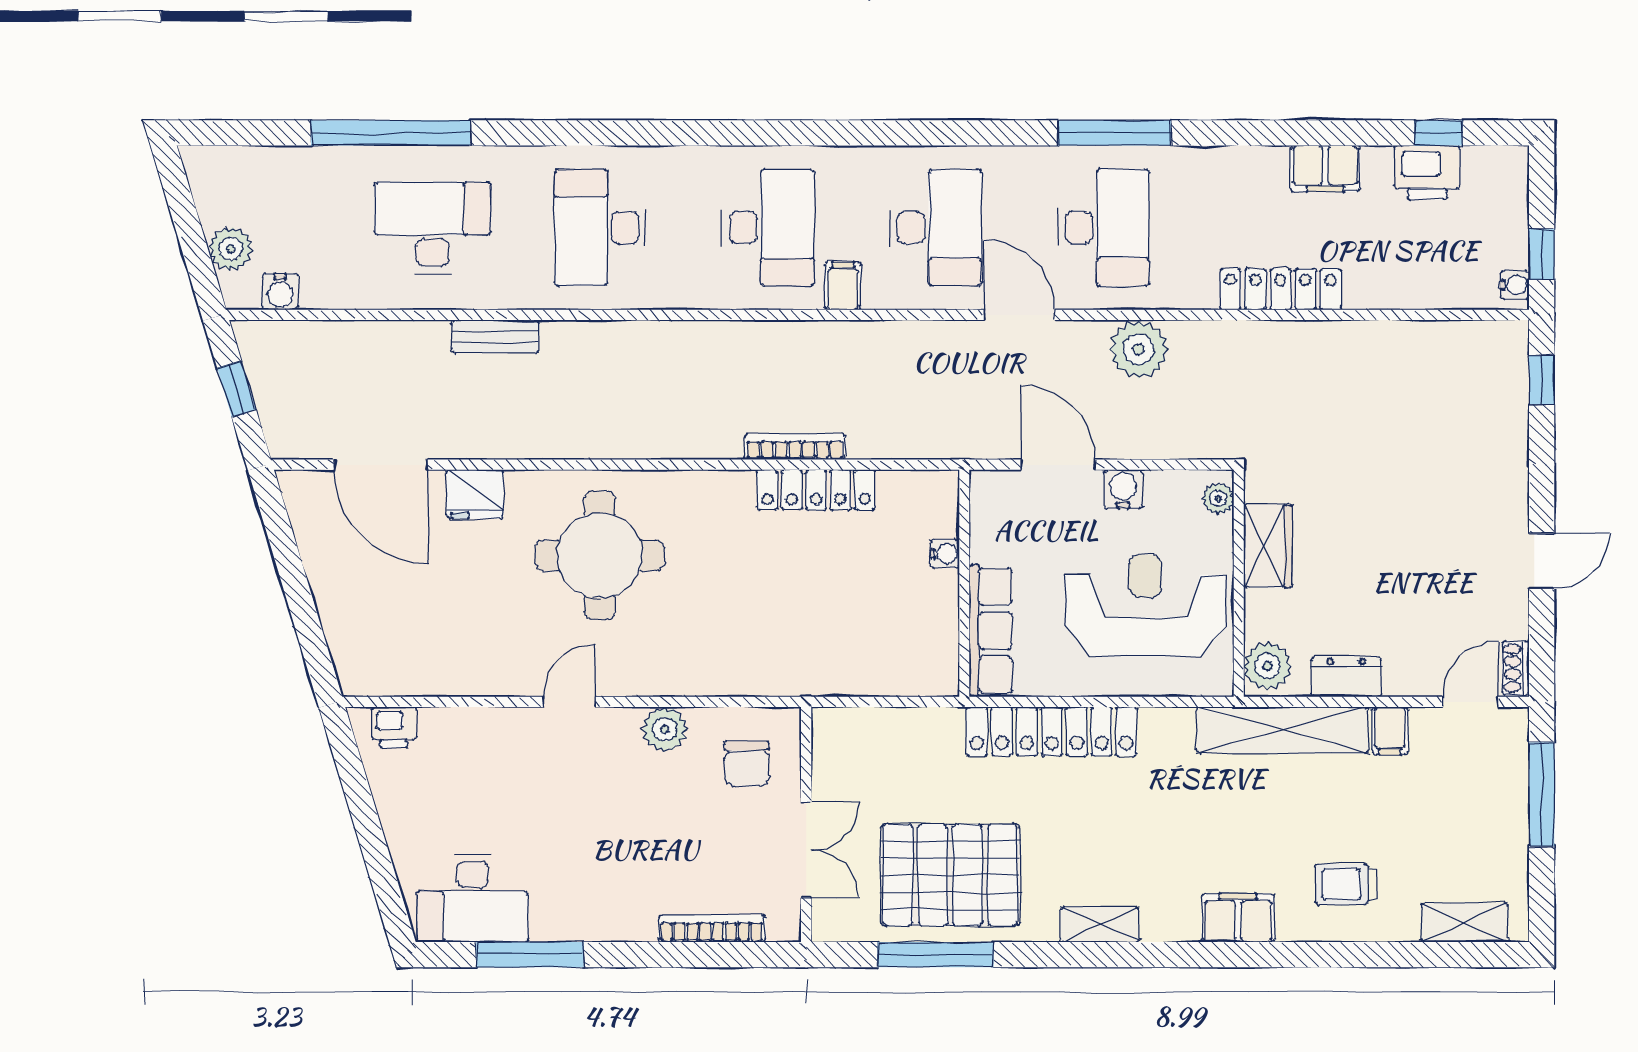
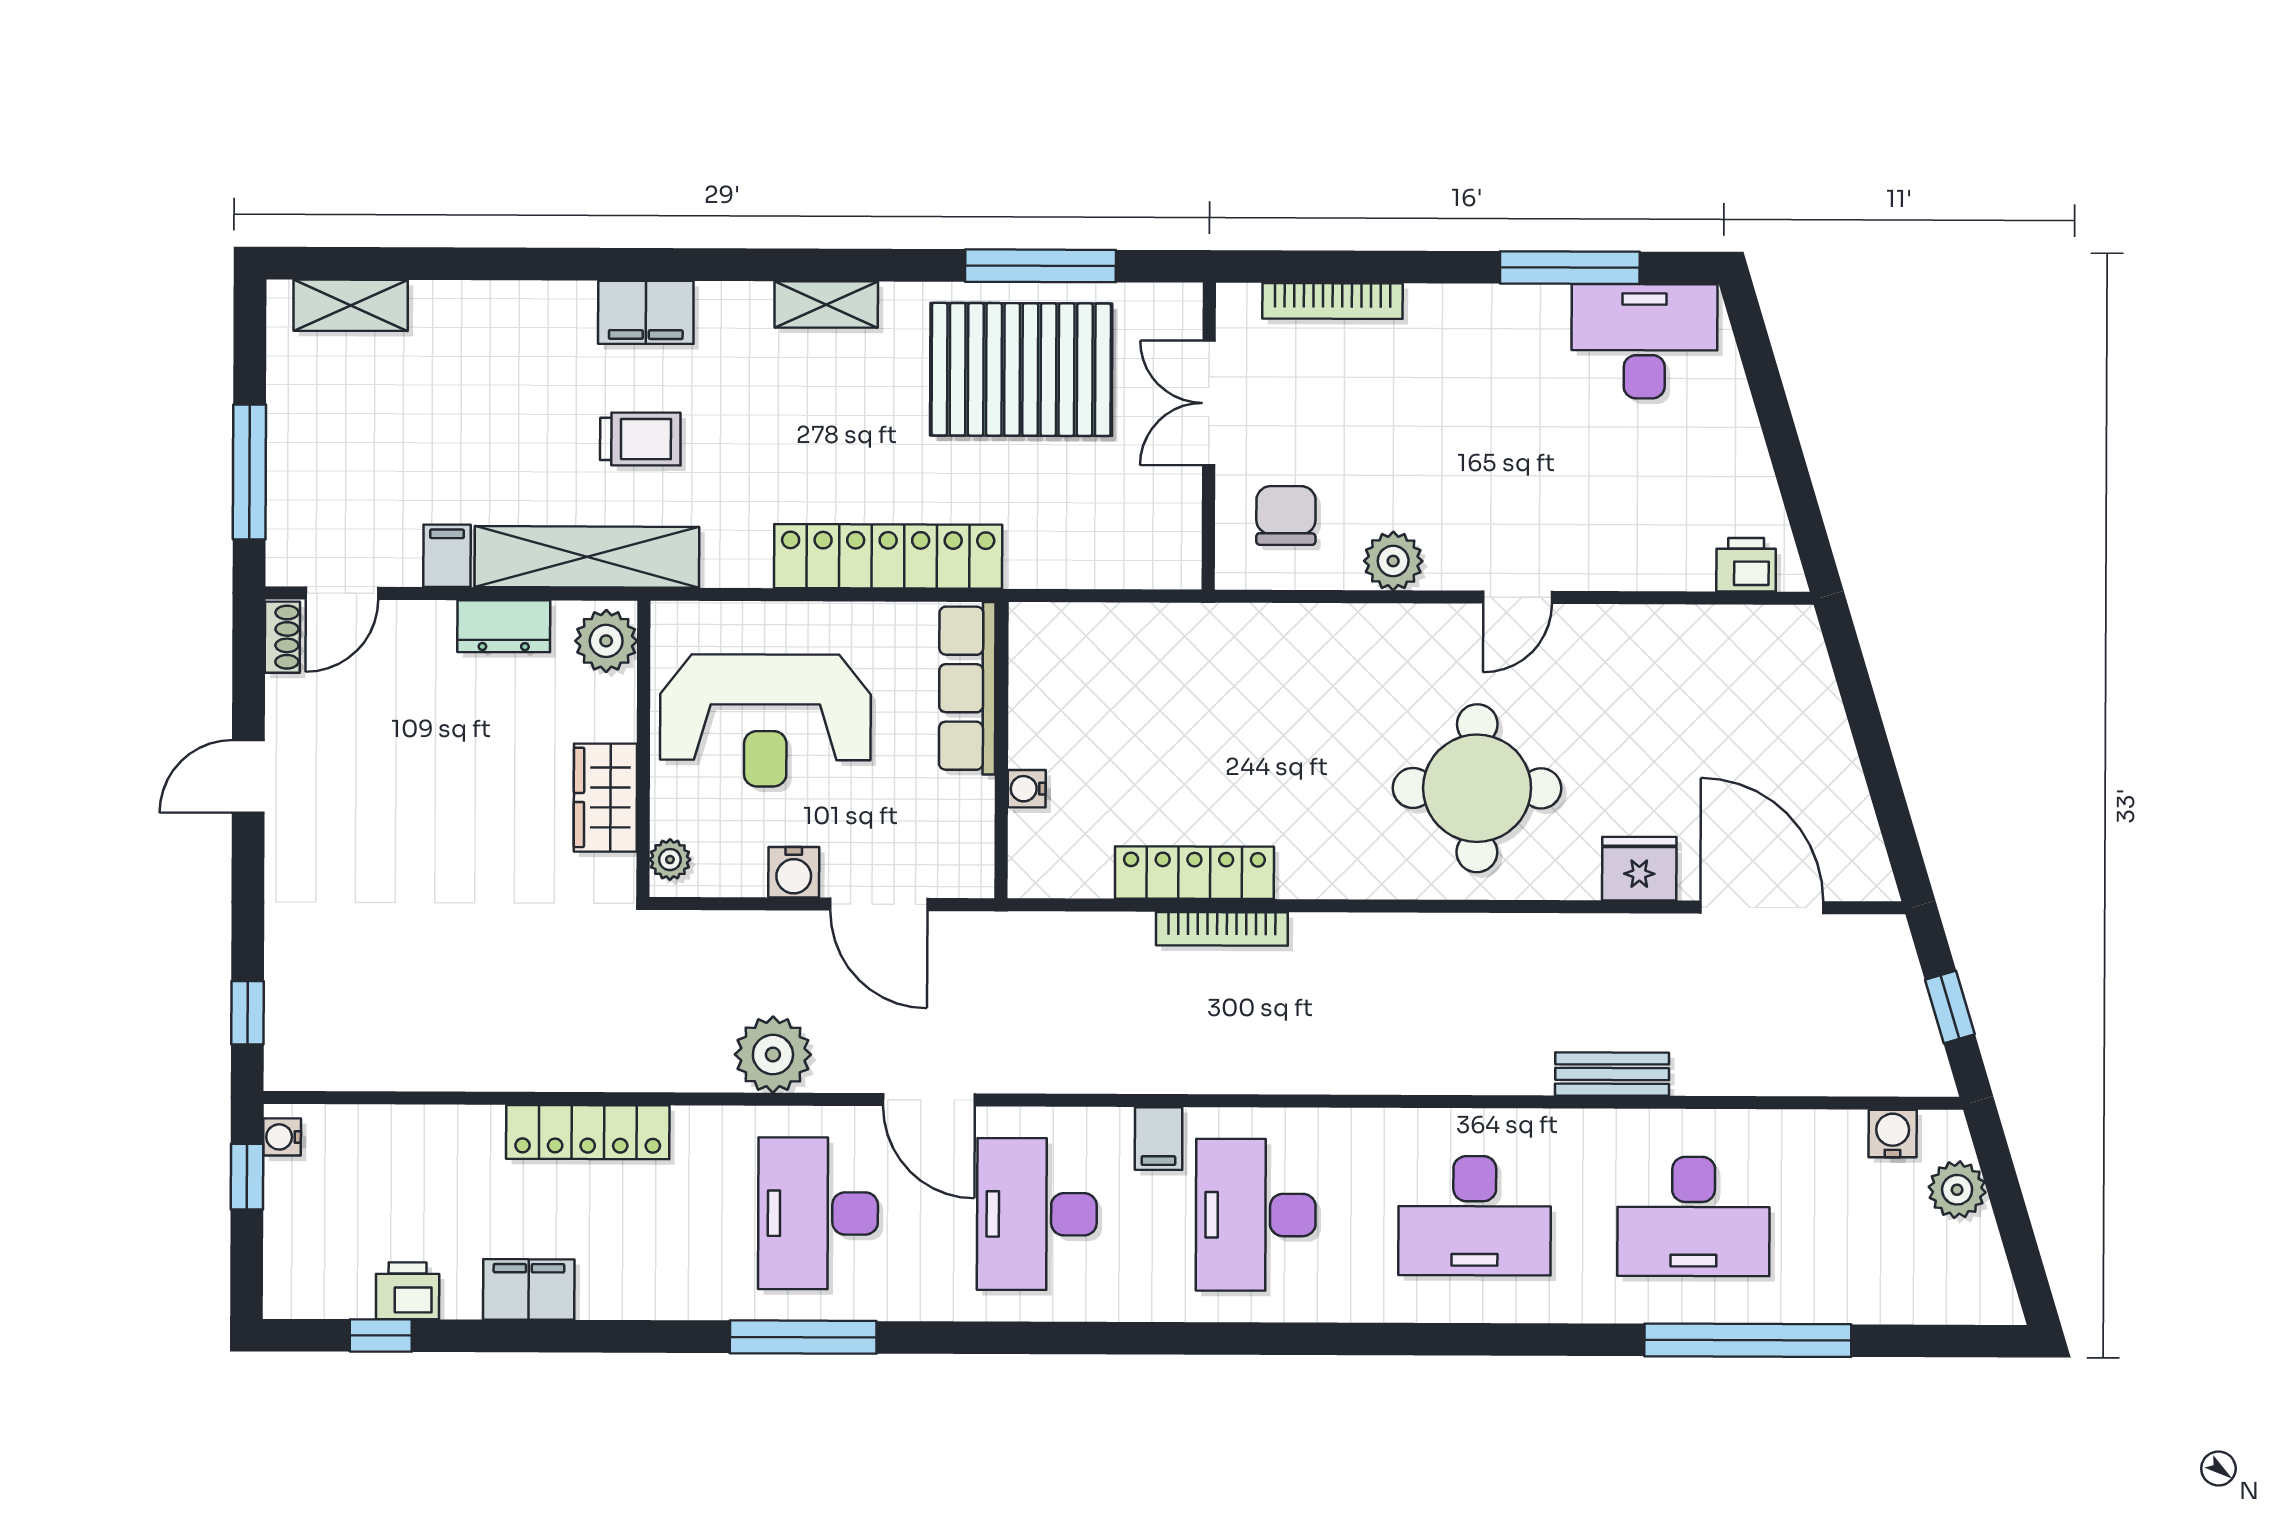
printer: (1427, 172) -> (408, 1291), width x0.73, depth x0.81
desk: (600, 228) -> (1475, 1216), turned 90
trolley: (1346, 884) -> (640, 439), moved

